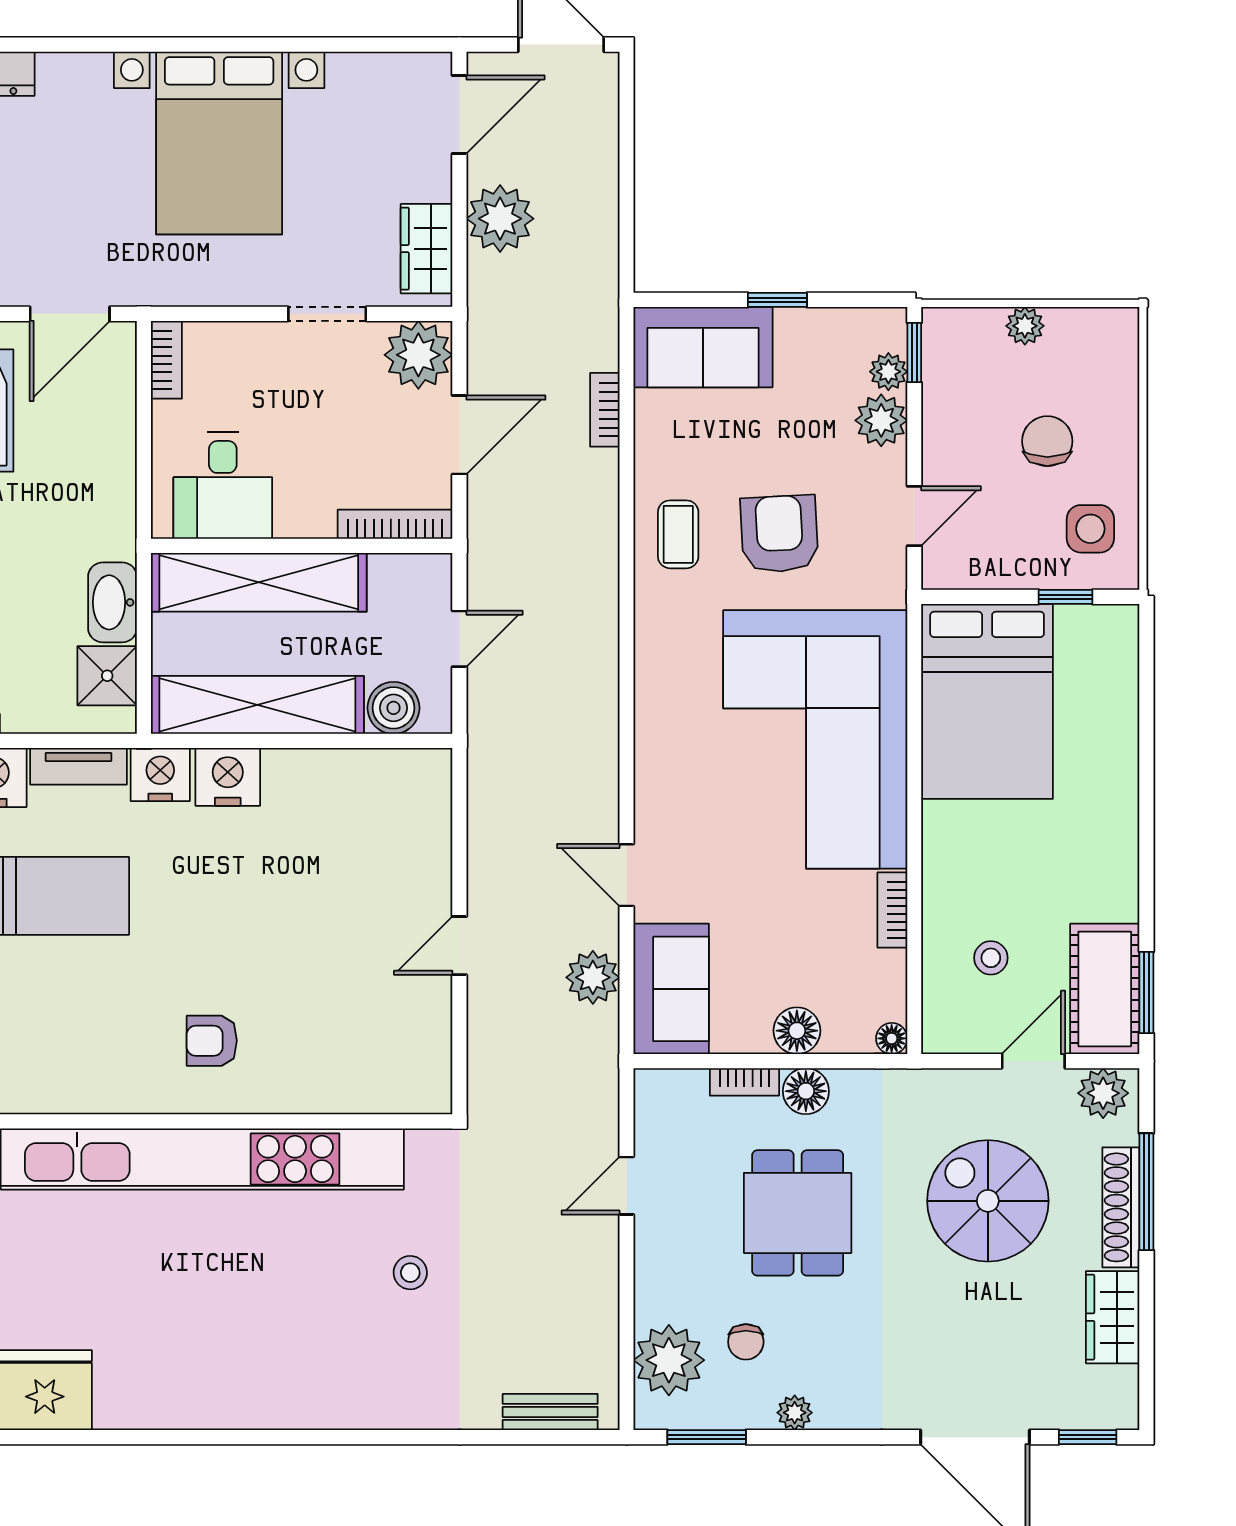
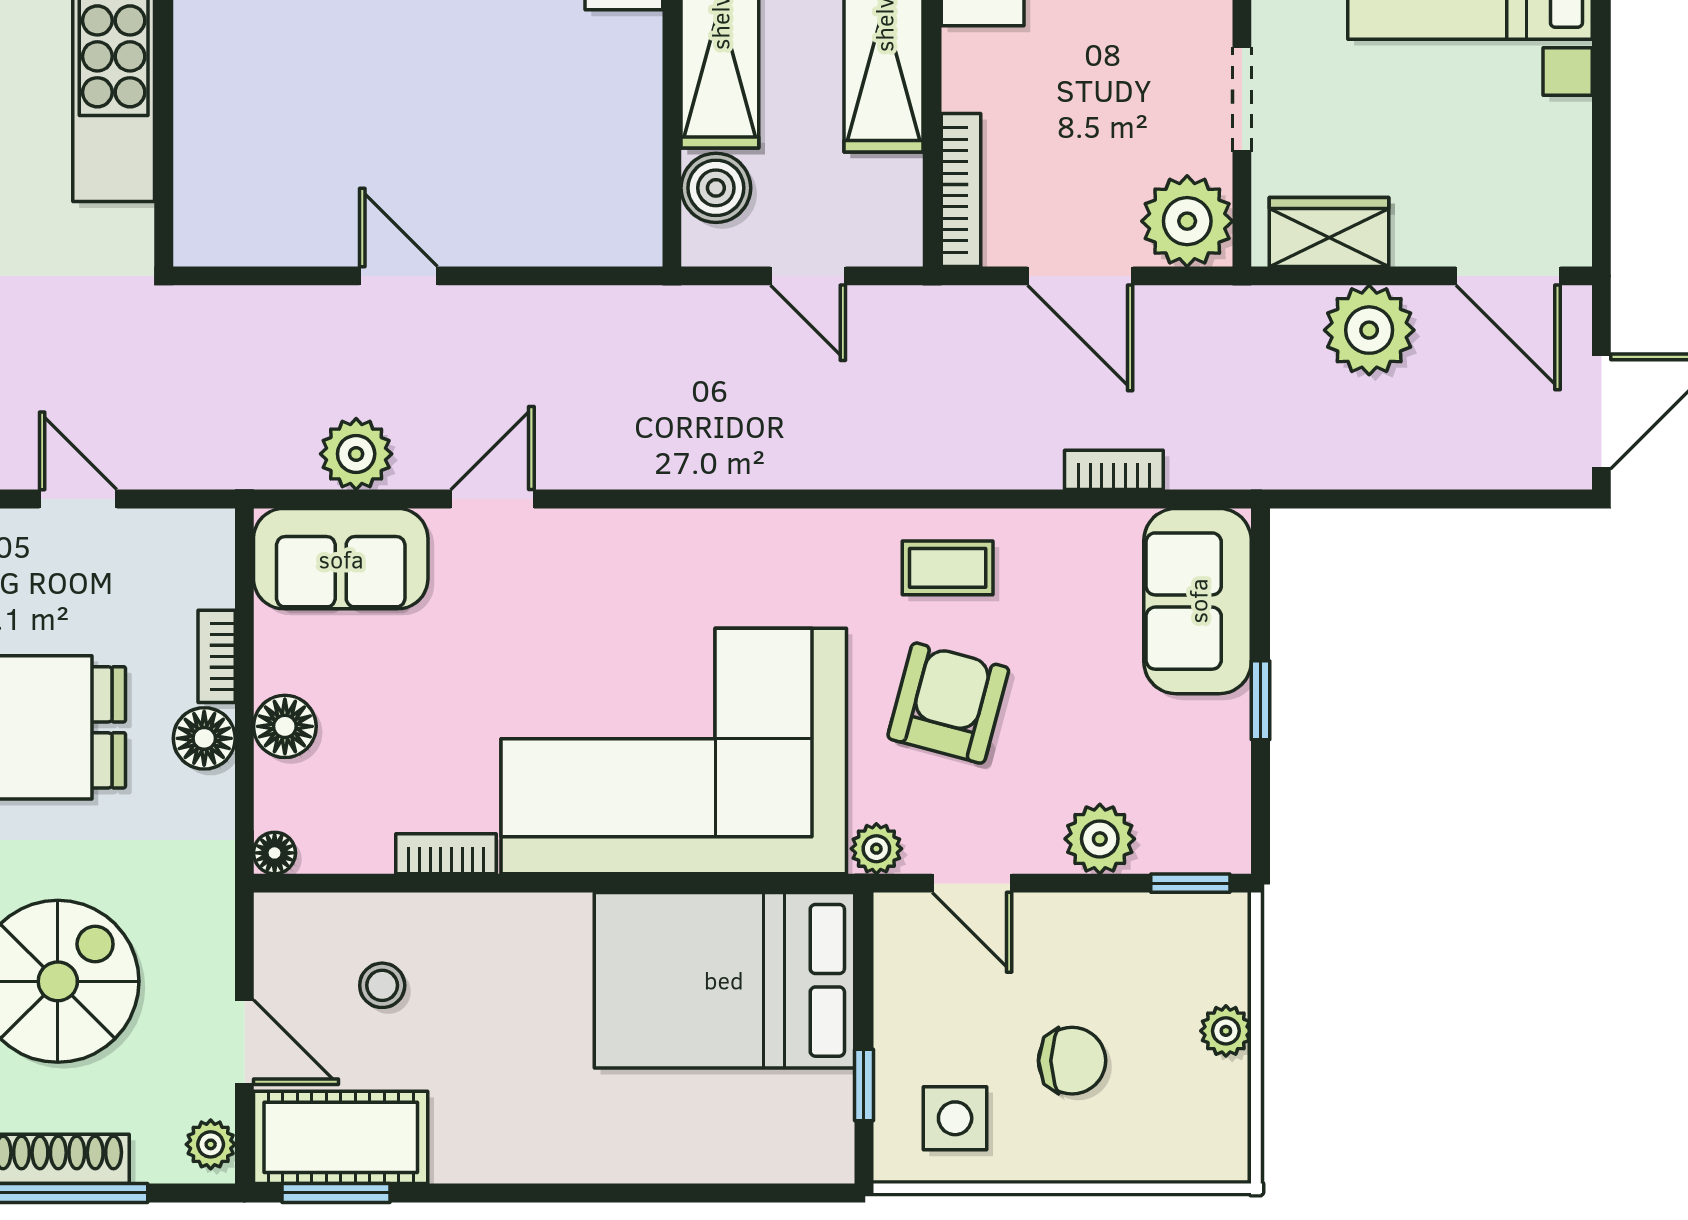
plant: (888, 372) -> (876, 849), moved
armchair: (779, 534) -> (948, 703), turned -72
plant: (1103, 1093) -> (211, 1144), width x0.73, depth x0.73

